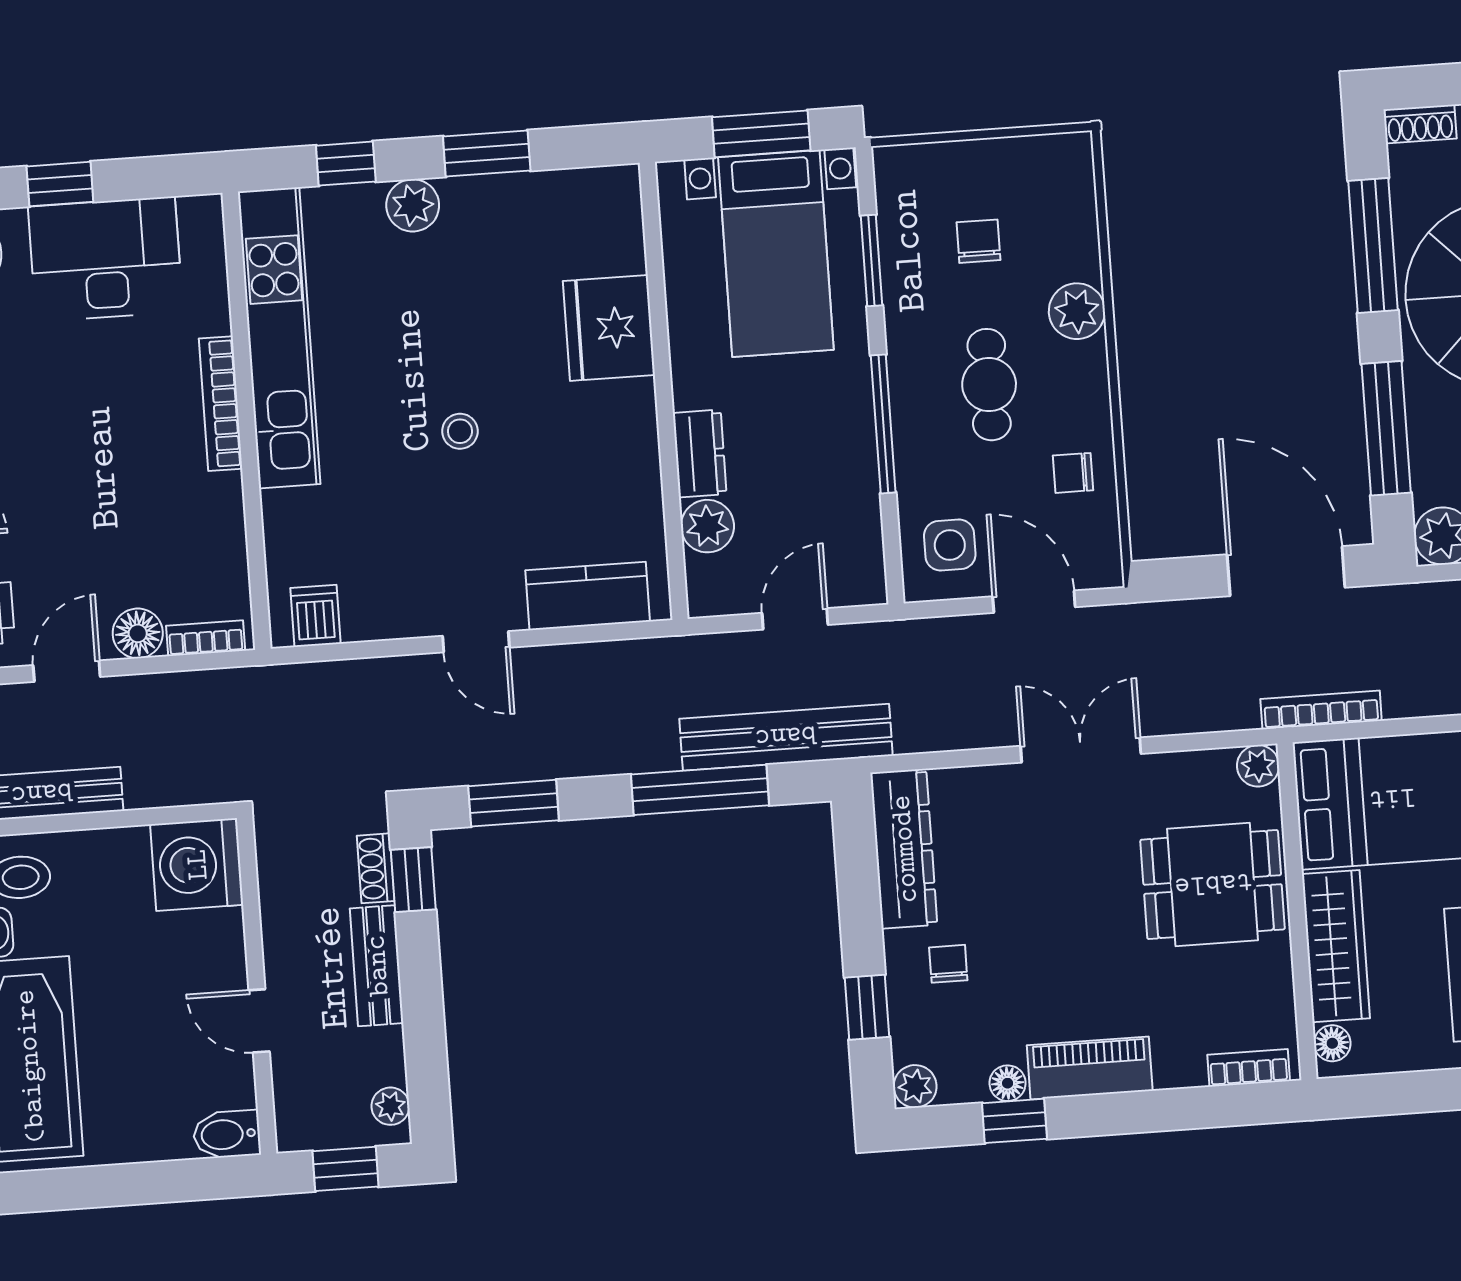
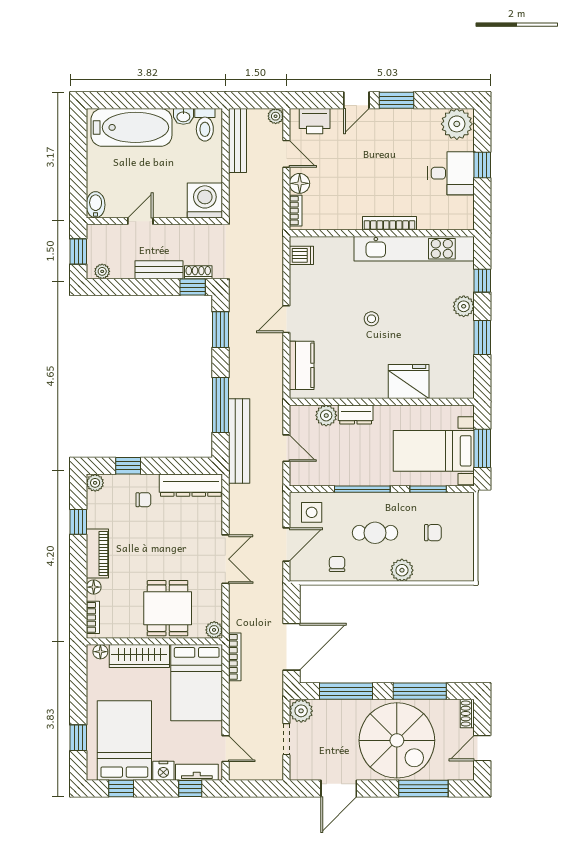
desk: (105, 259) -> (451, 173), width x0.73
floor lamp: (1008, 1083) -> (94, 587), moved

